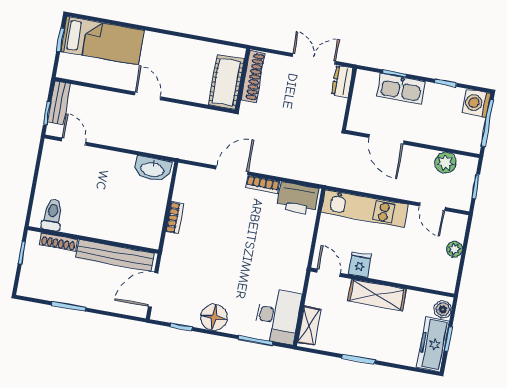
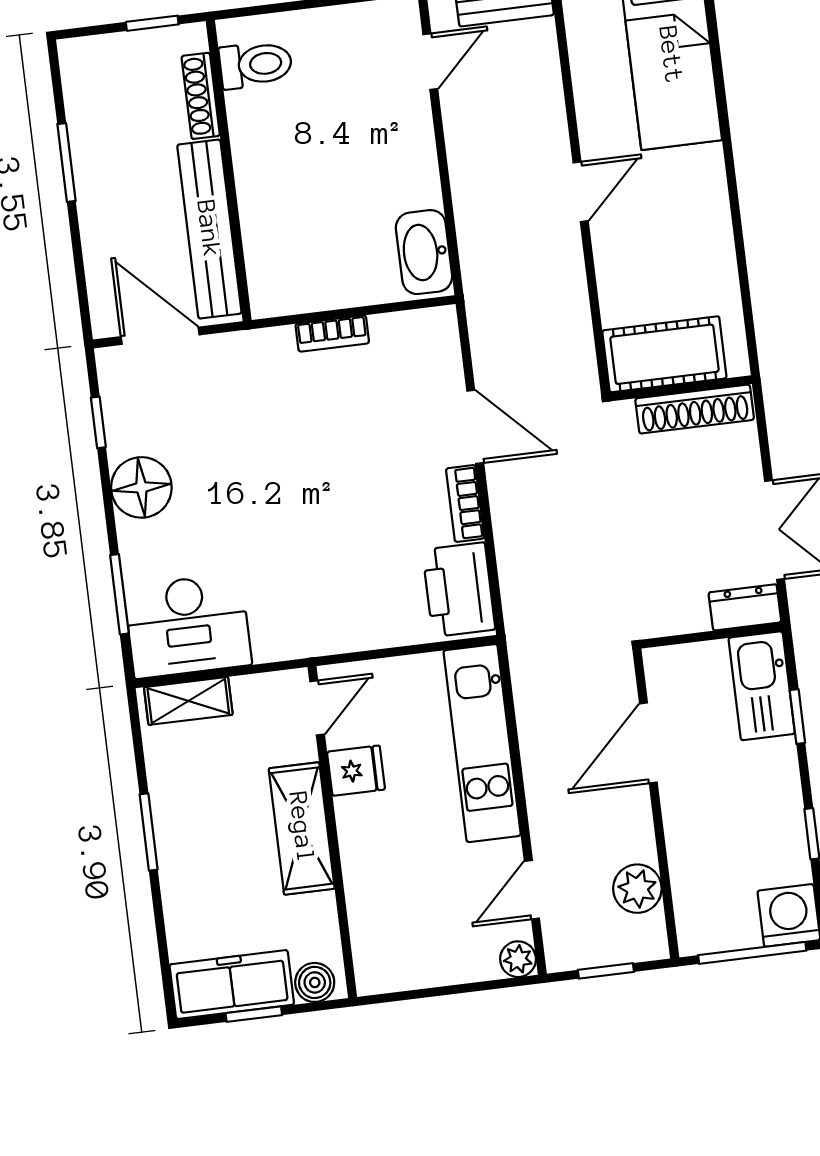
kitchen sink: (401, 89) -> (762, 686), moved
plant: (454, 249) -> (518, 959), moved

